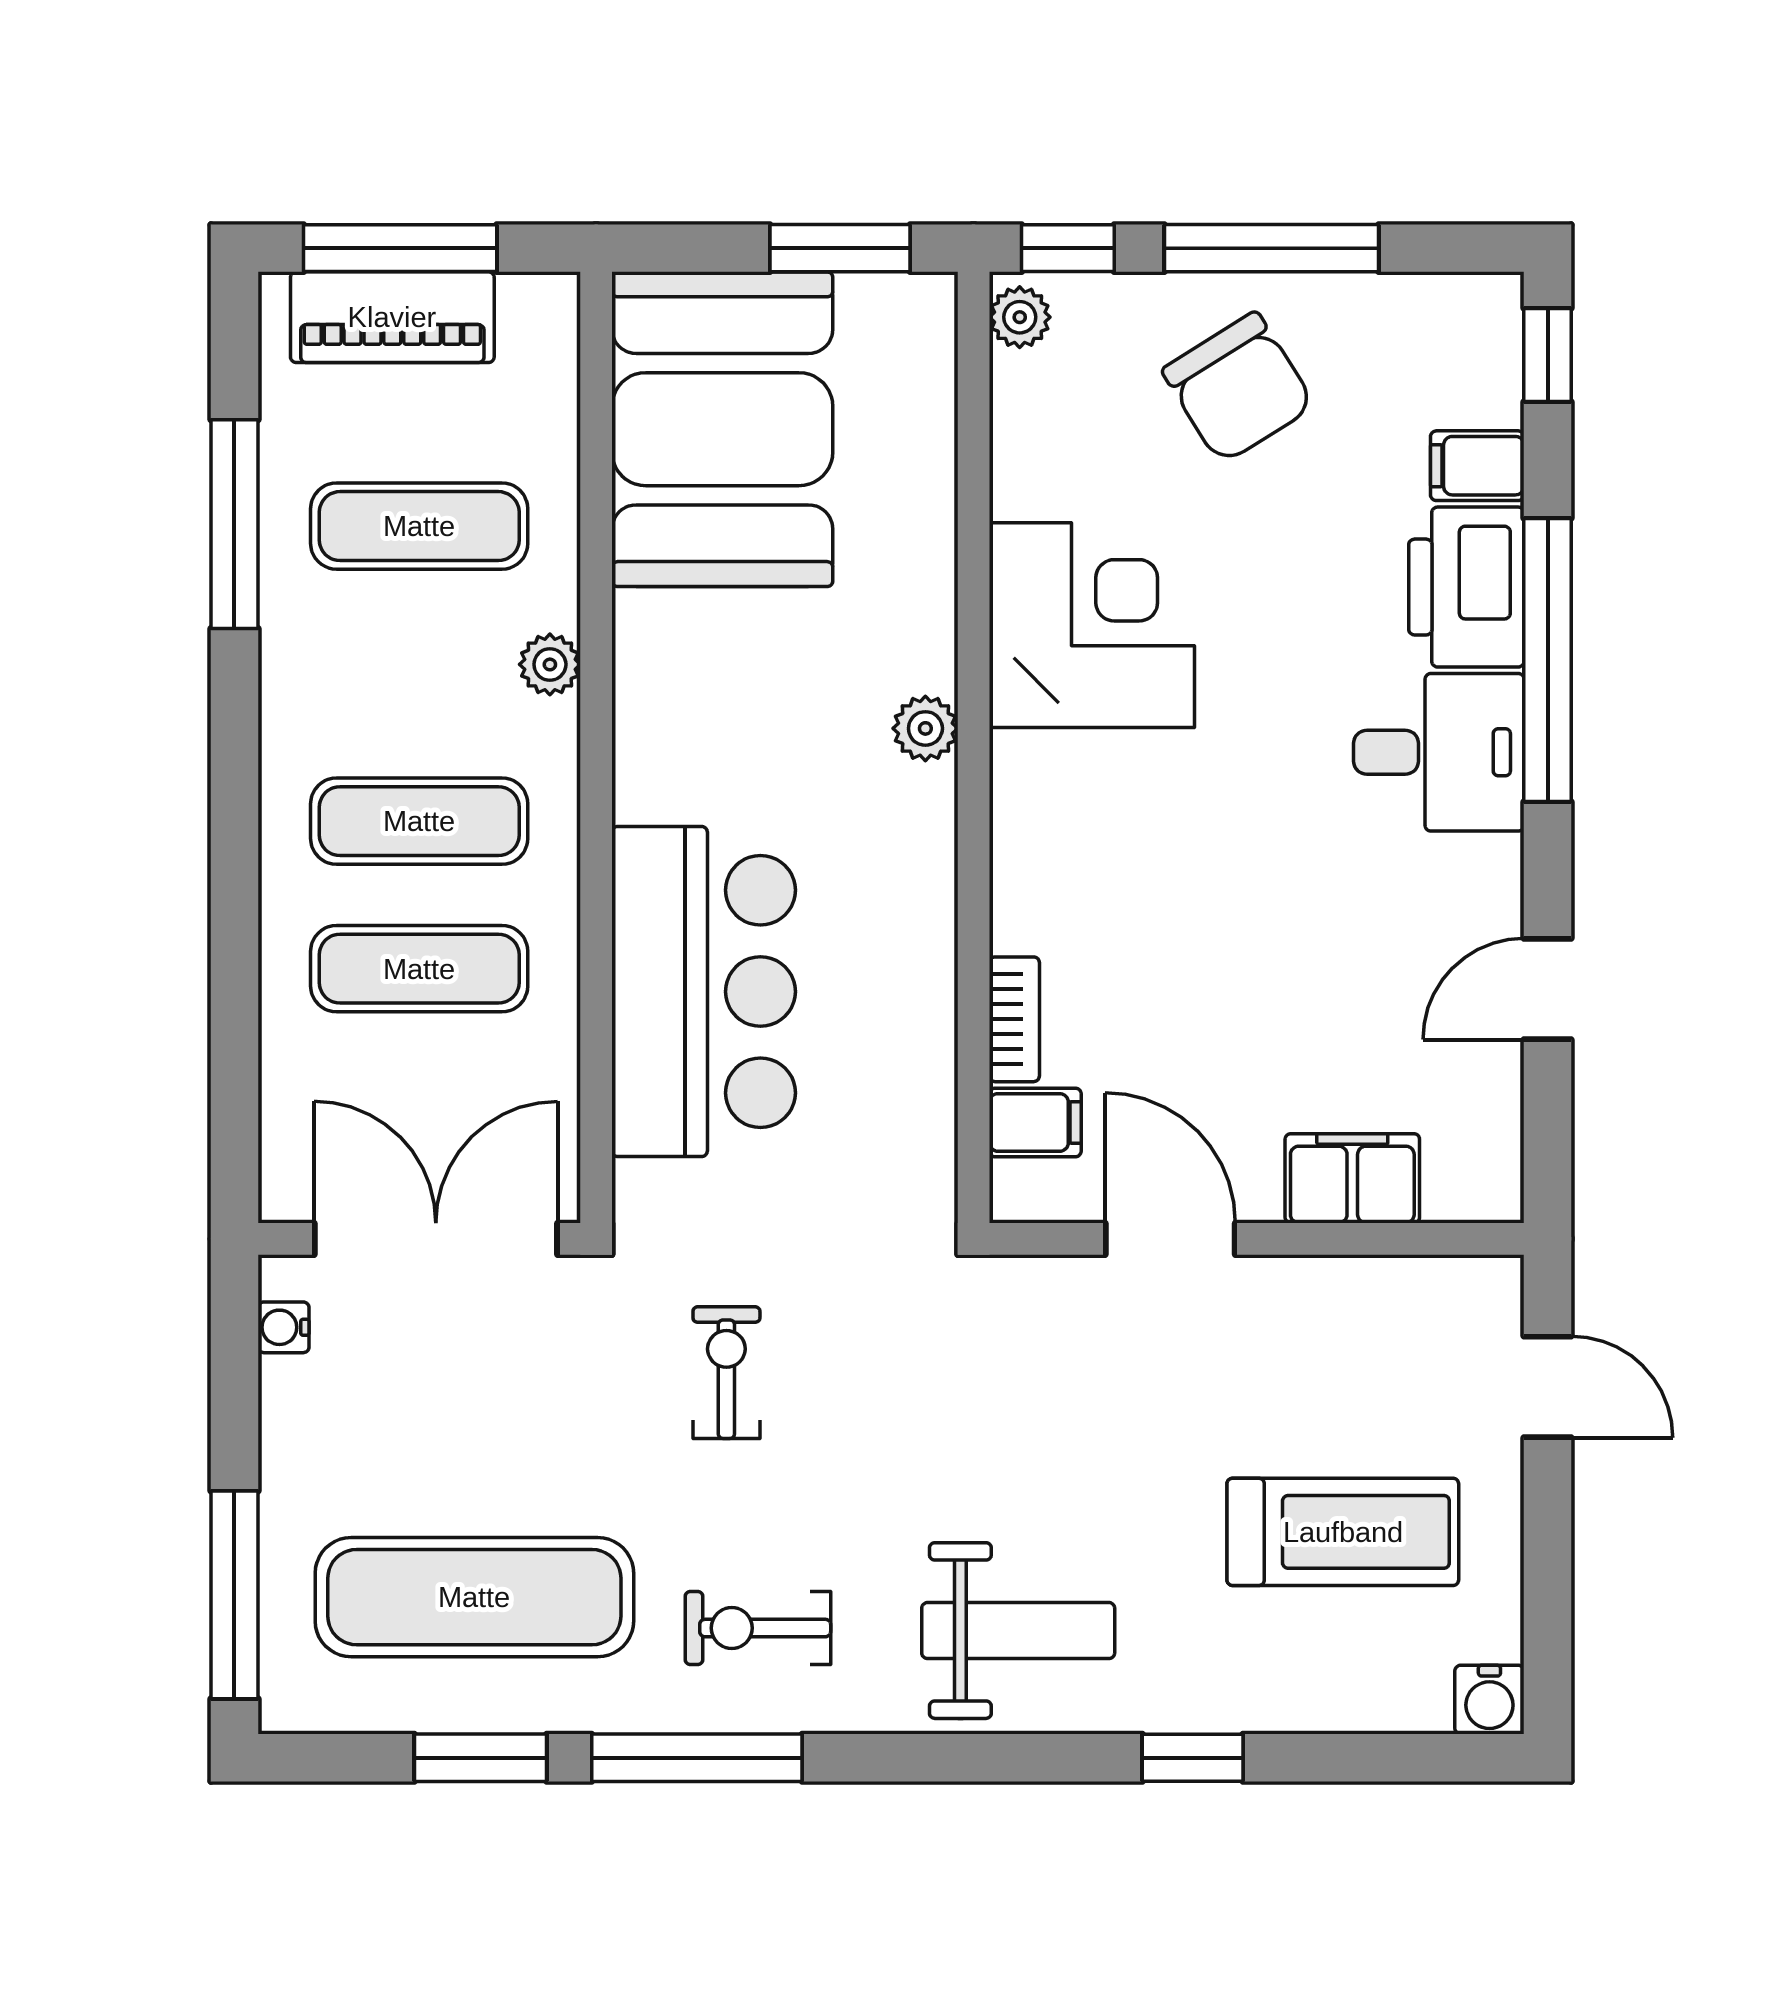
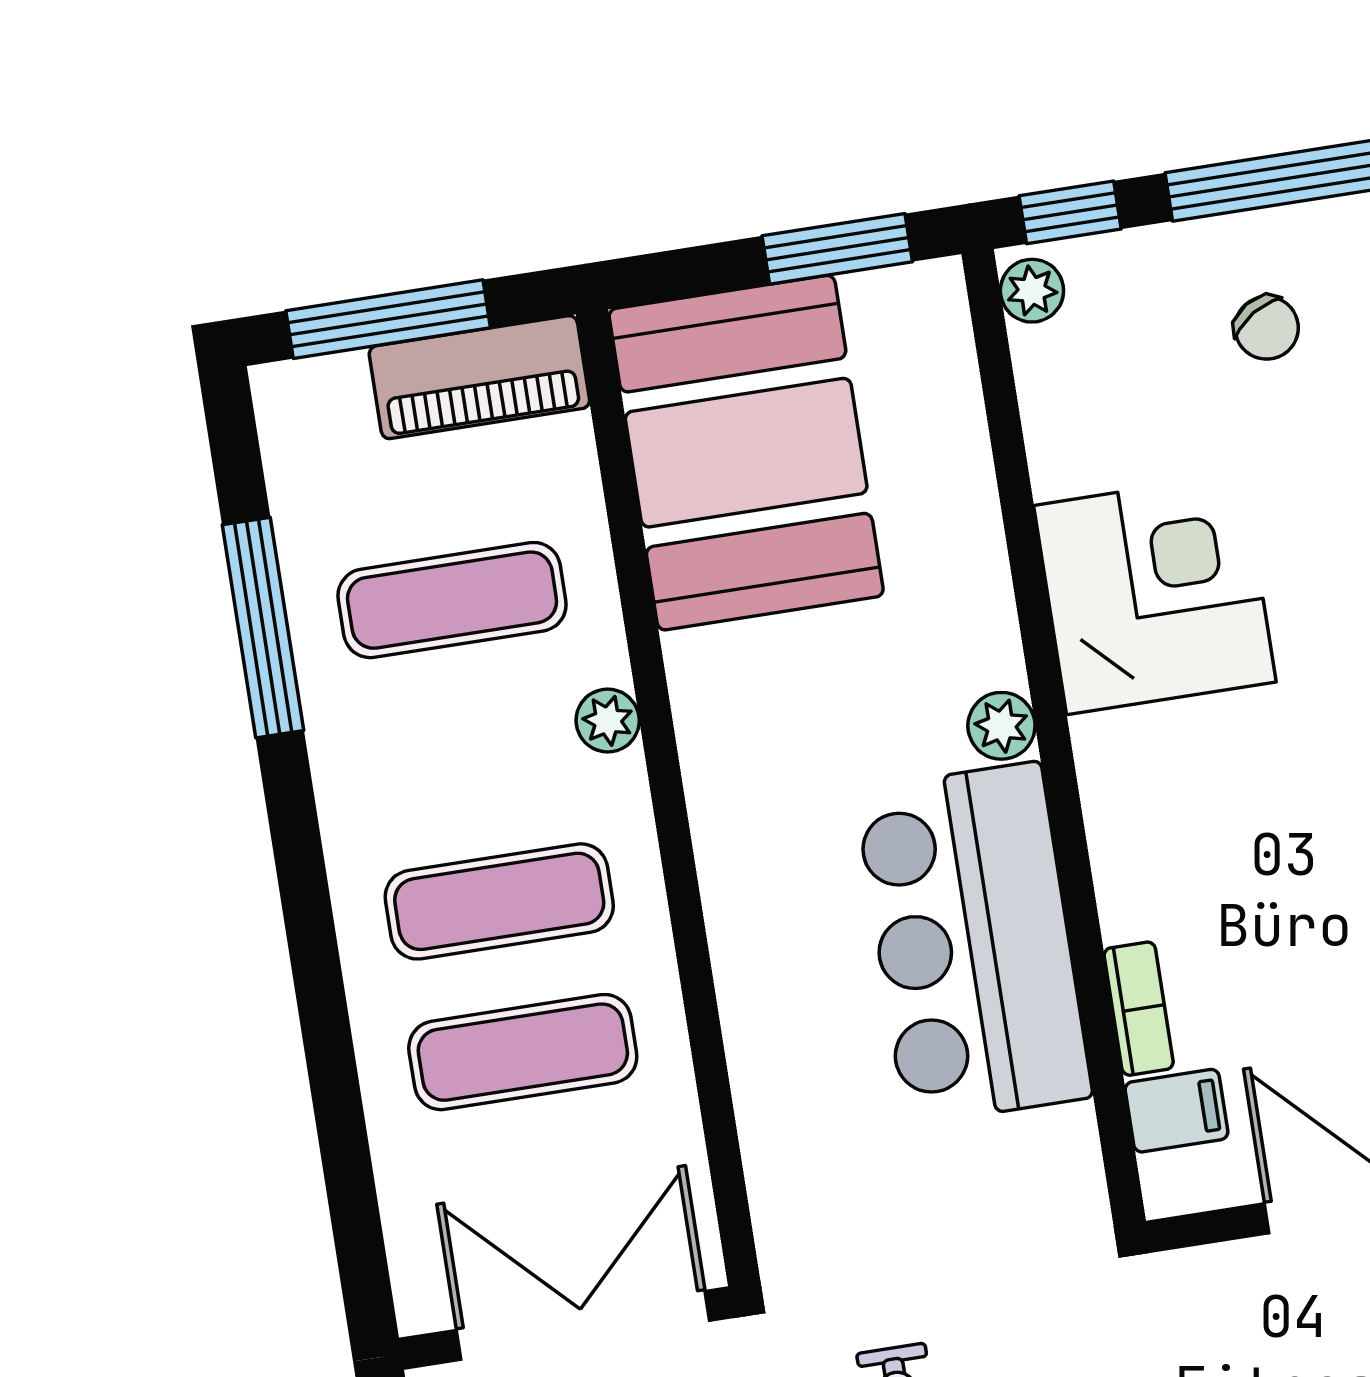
piano: (392, 317) -> (479, 377), moved
chair: (1238, 388) -> (1267, 328), width x0.54, depth x0.54
bar counter: (704, 992) -> (973, 943), moved, turned 180

